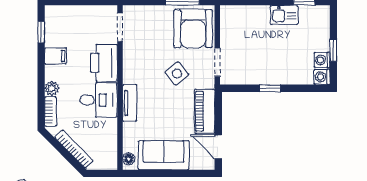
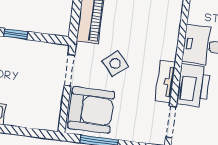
armchair: (193, 29) -> (91, 110), turned 90
tv unit: (130, 103) -> (165, 81), moved

